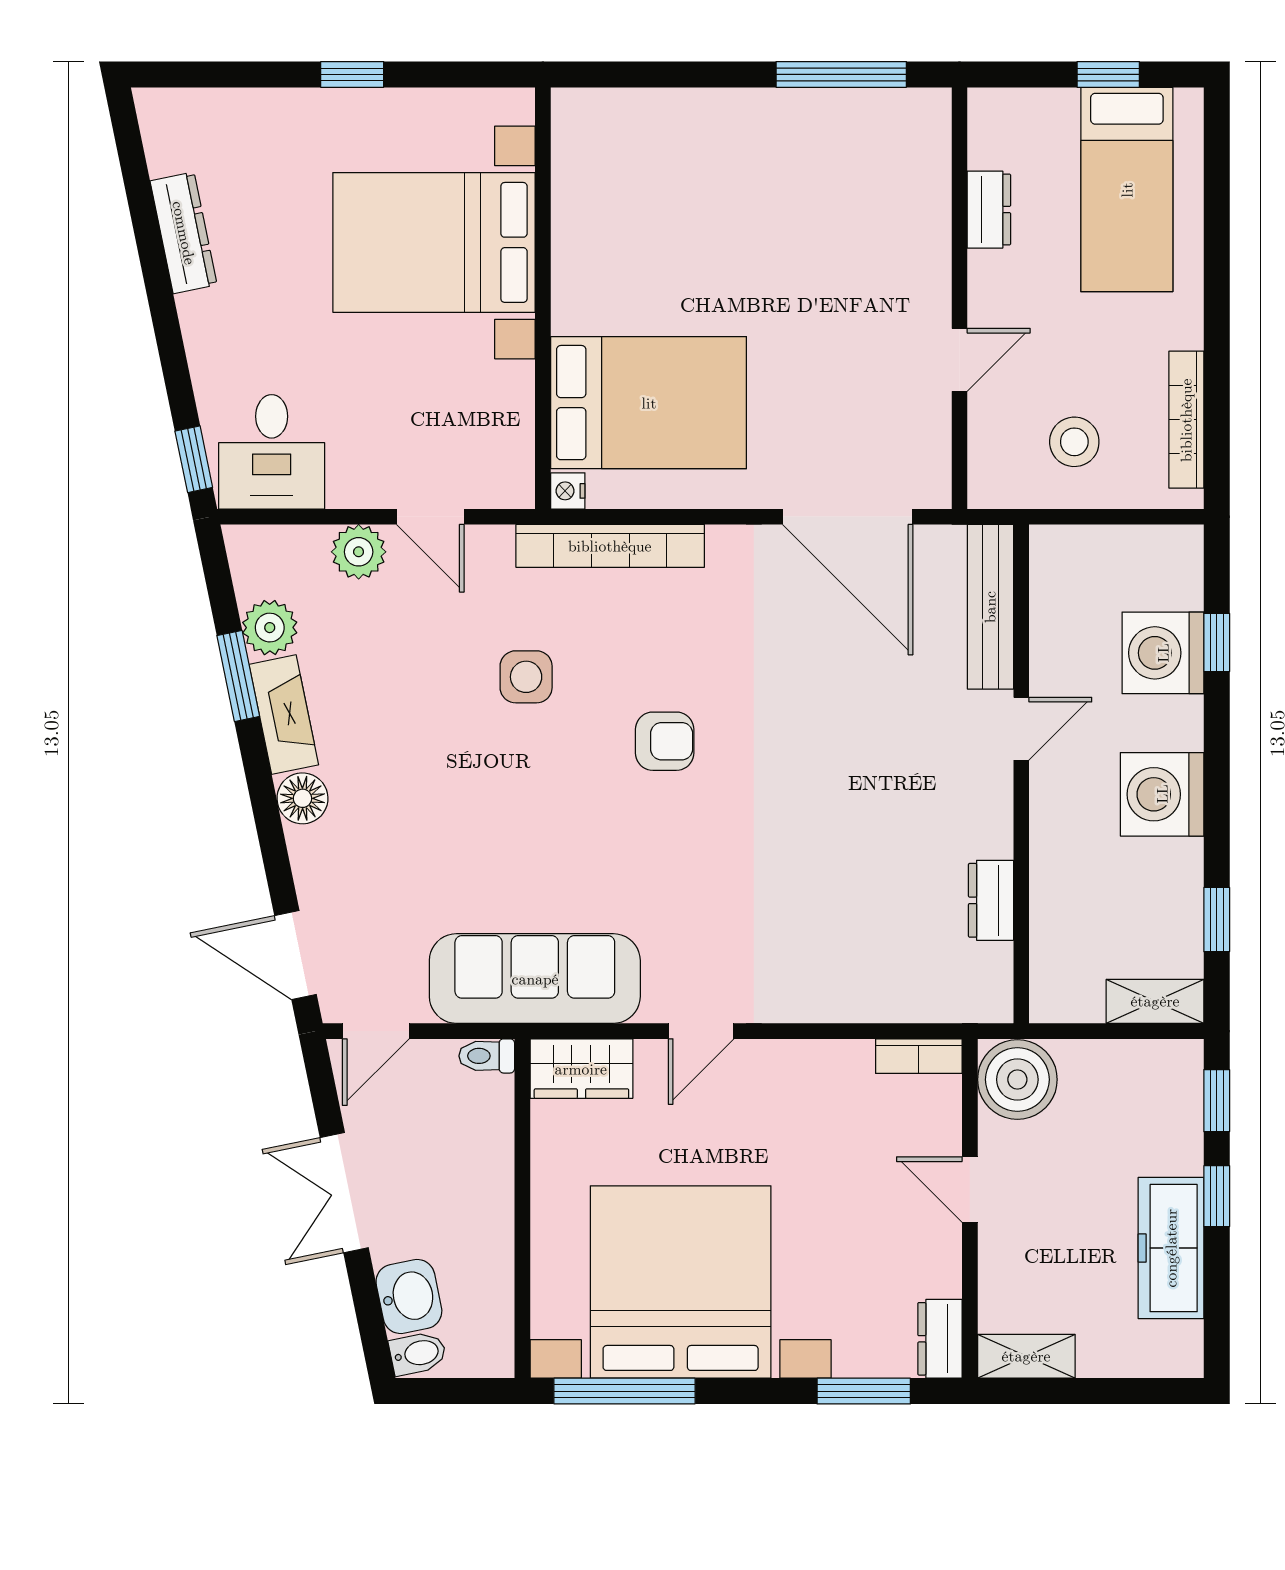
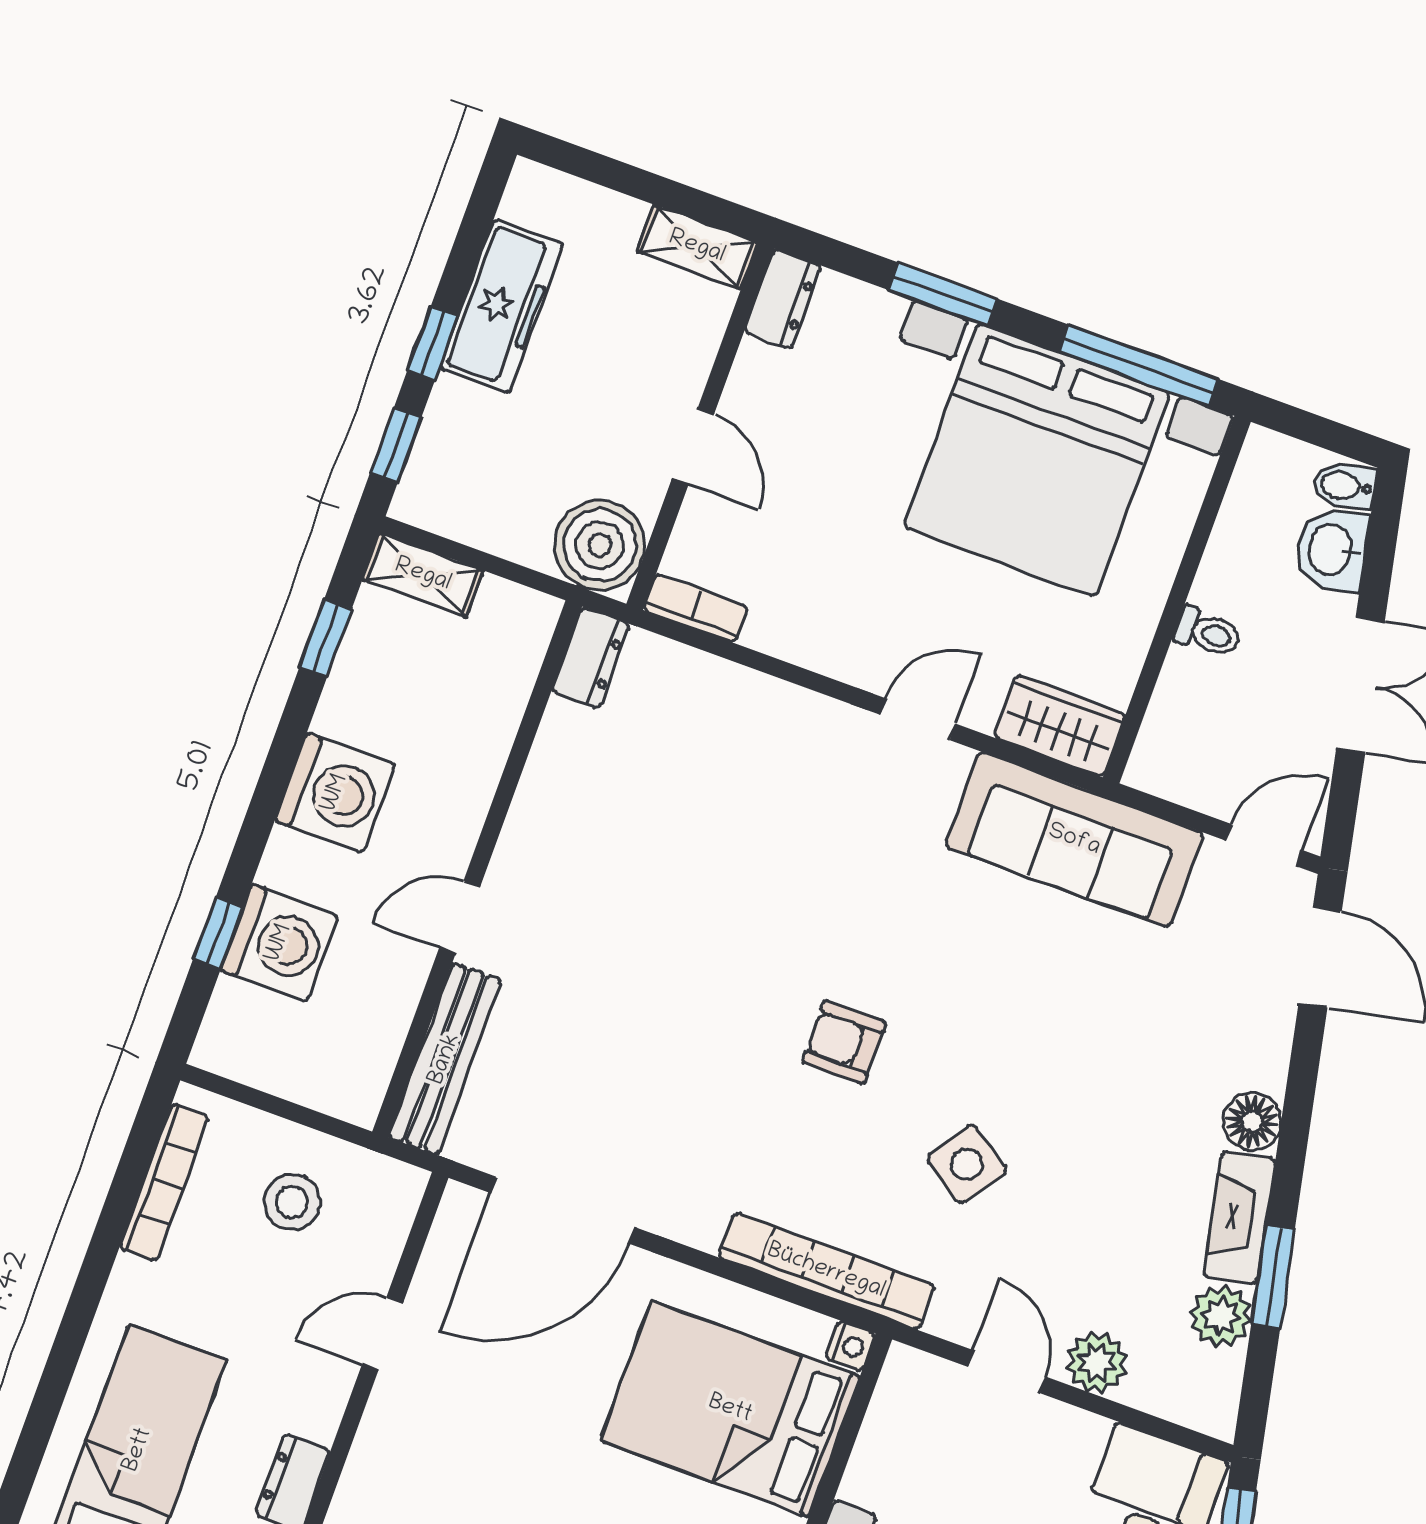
door: (848, 517) -> (562, 1210), swing flipped
side table: (526, 677) -> (967, 1164), turned 34
dresser: (991, 900) -> (591, 658), moved
toilet: (487, 1056) -> (1208, 633), moved
window: (864, 1391) -> (943, 294), moved

